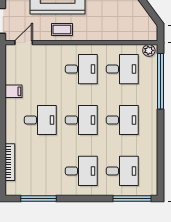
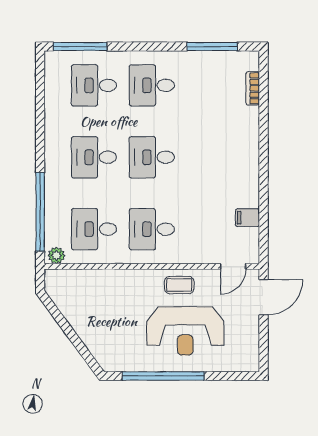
filing cabinet: (13, 91) -> (248, 218), moved
desk: (40, 120) -> (210, 157), removed
bookcase: (10, 162) -> (253, 88), width x0.64

